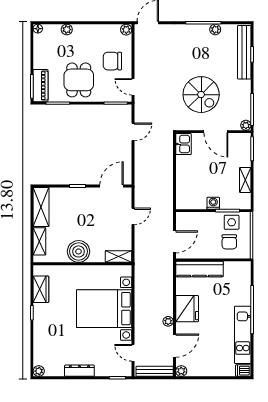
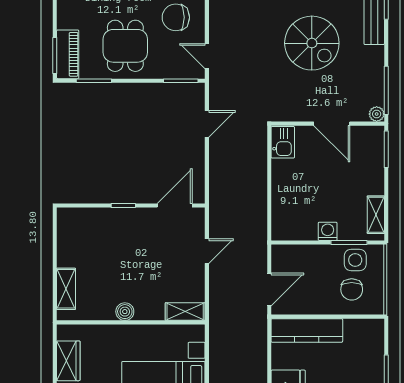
spiral stairs: (201, 95) -> (312, 43), moved
shelving: (245, 180) -> (376, 215), moved
shelving: (41, 207) -> (69, 237), removed
boiler: (79, 251) -> (125, 312), width x0.54, depth x0.54

